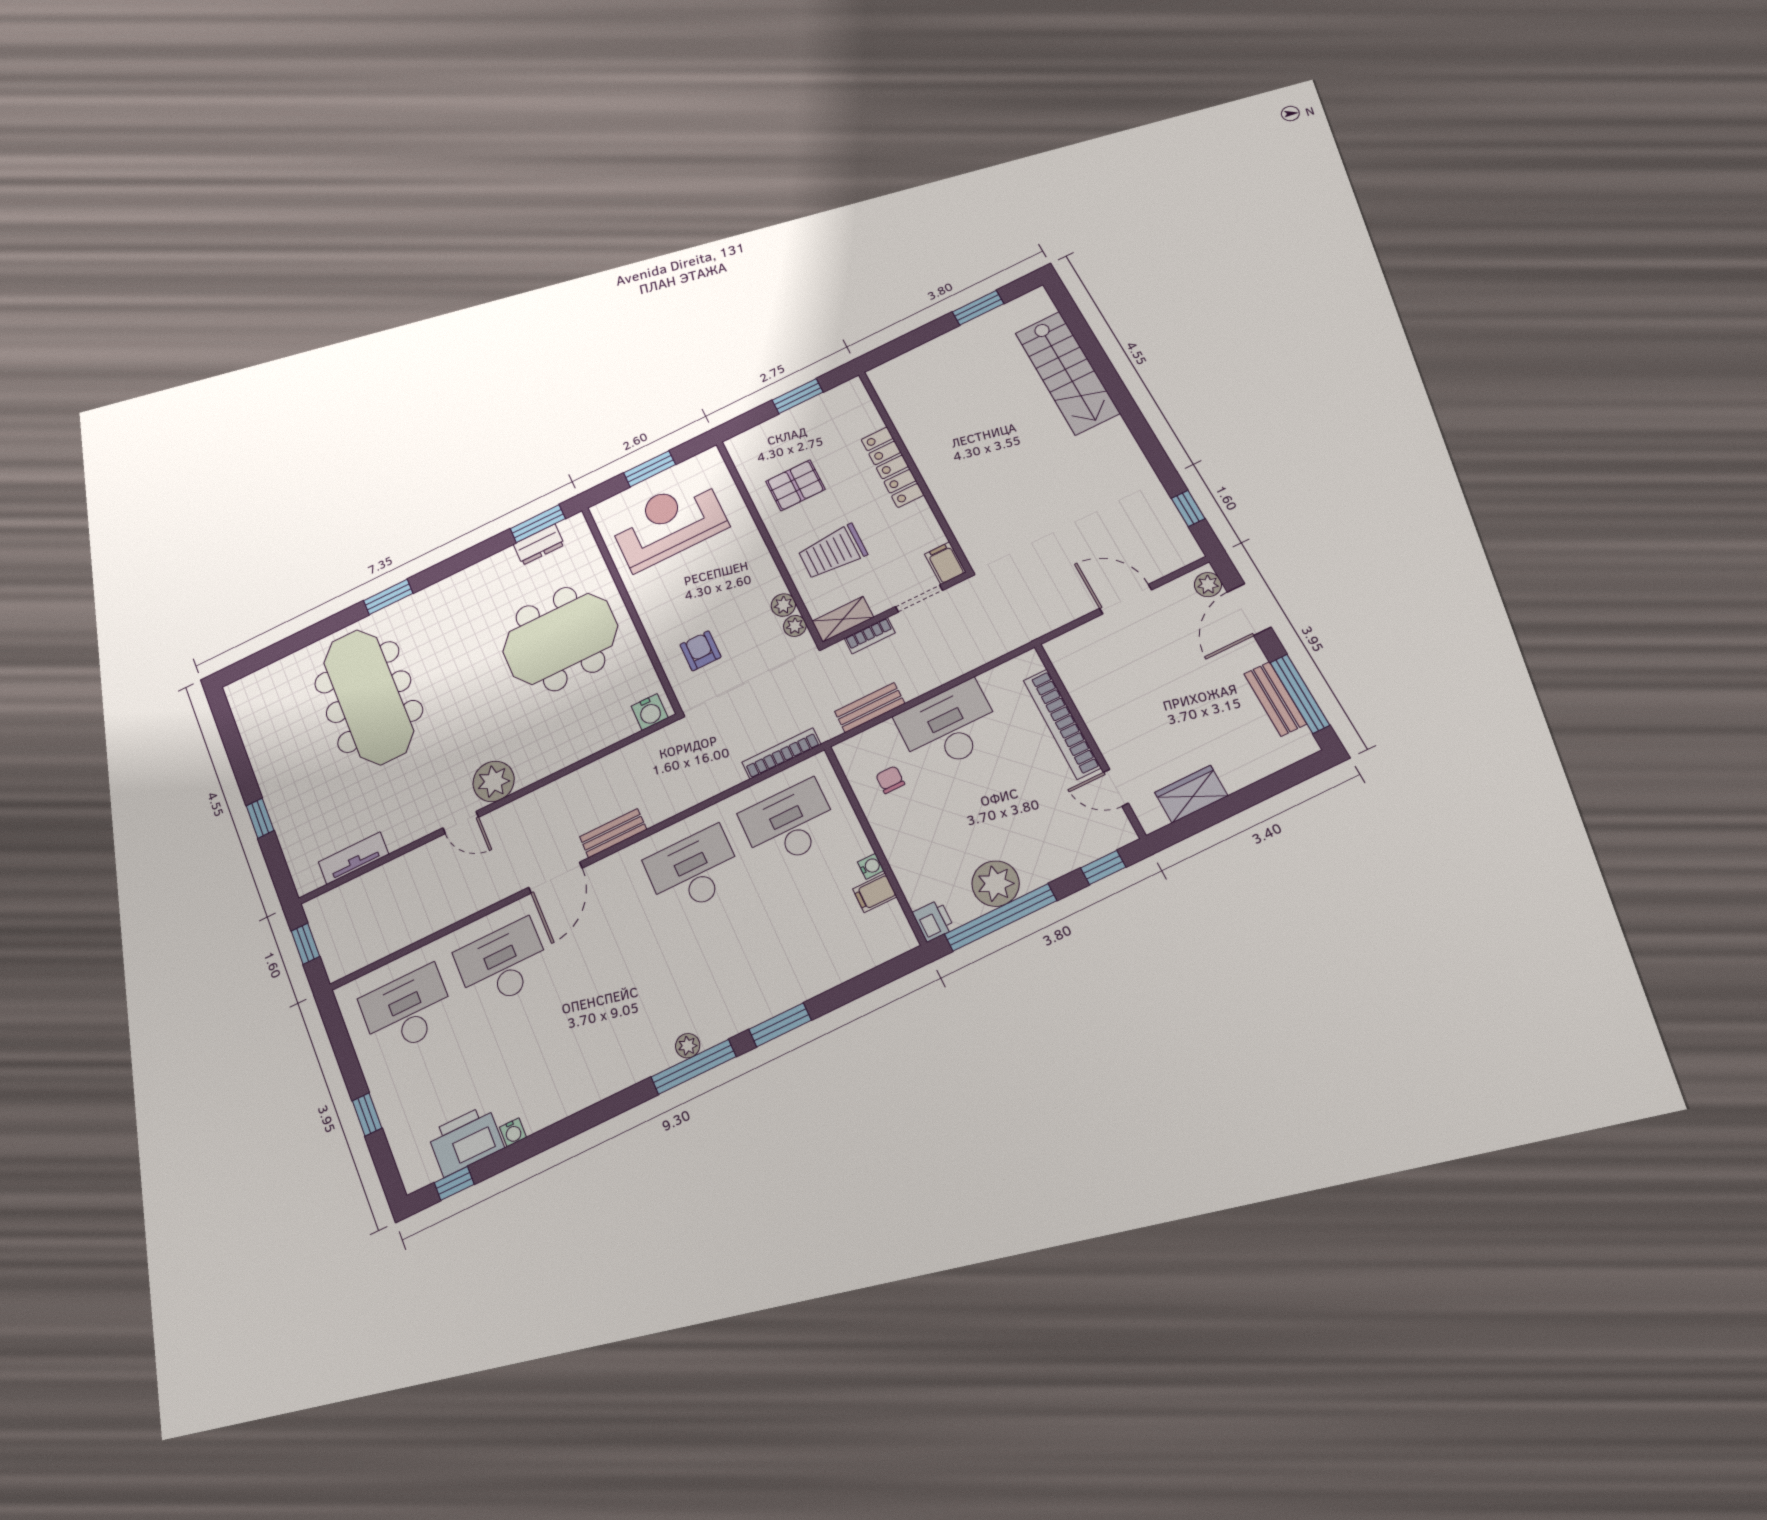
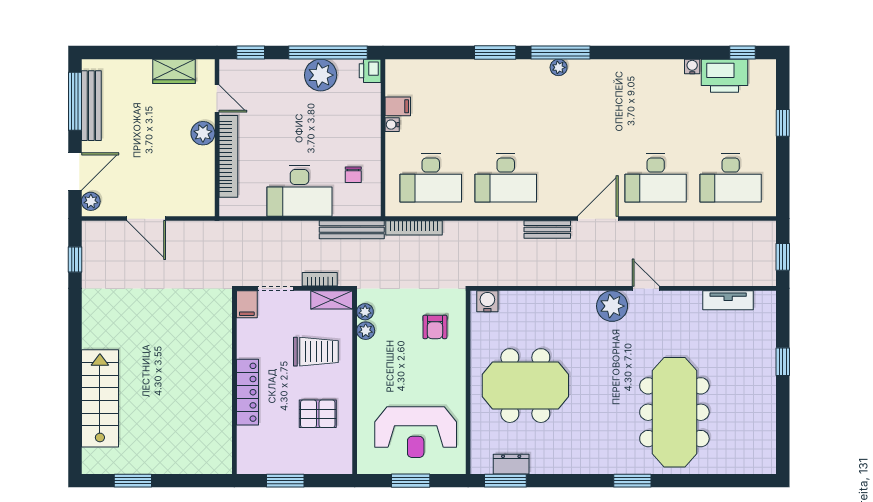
bench: (1275, 699) -> (91, 106), width x1.36
bench: (870, 708) -> (352, 230), width x1.36
plant: (1110, 736) -> (203, 133), added

